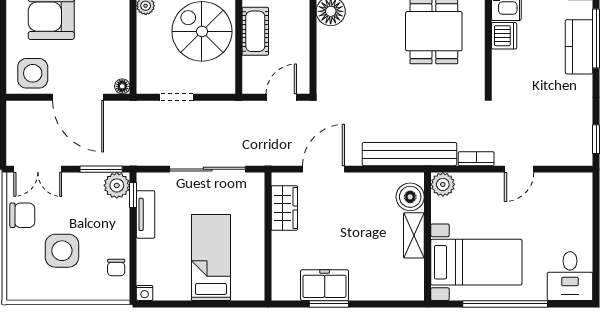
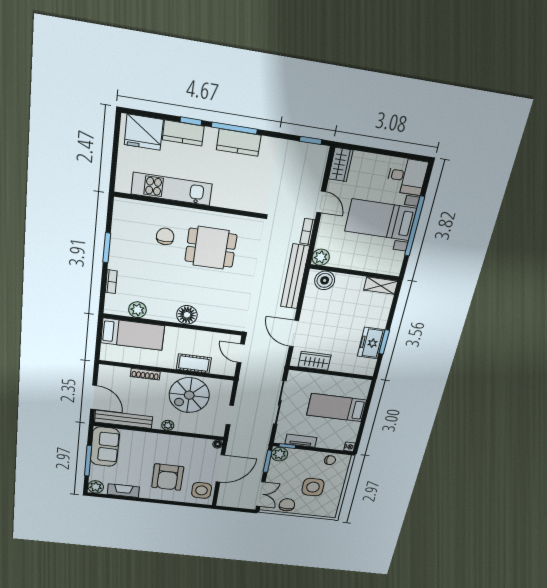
dishwasher: (504, 36) -> (222, 198), removed
wardrobe: (572, 185) -> (341, 165), added
shelving: (414, 235) -> (381, 286), moved
bed with nightstands: (476, 262) -> (381, 220), moved, turned -90

